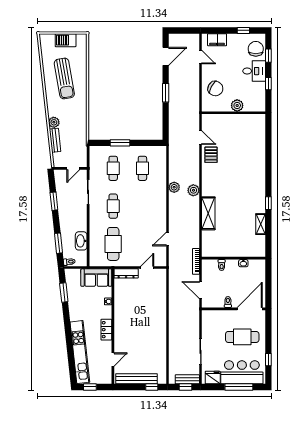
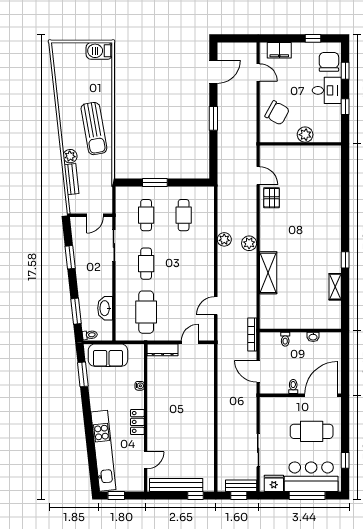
barbecue: (66, 40) -> (99, 51), moved
sun lounger: (64, 79) -> (94, 129), moved
sofa: (96, 278) -> (108, 355), moved

